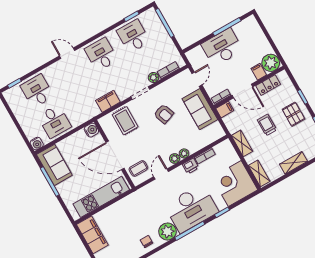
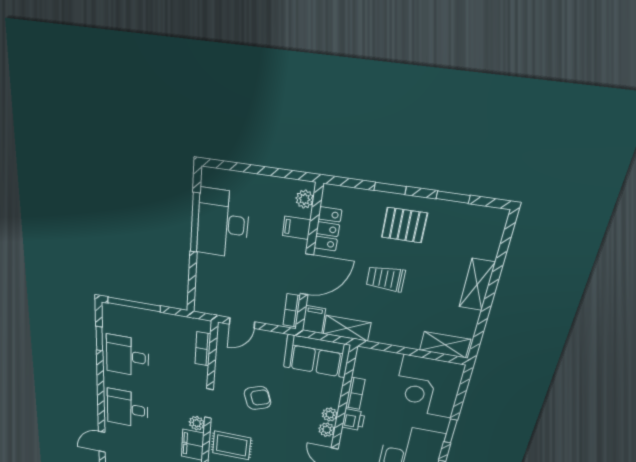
desk: (222, 47) -> (223, 224), moved
plant: (271, 63) -> (305, 199), width x0.53, depth x0.53
plant: (153, 77) -> (197, 423), moved
door: (197, 79) -> (242, 323), swing flipped
sofa: (200, 109) -> (317, 356), moved
shelving: (242, 143) -> (347, 328), moved

